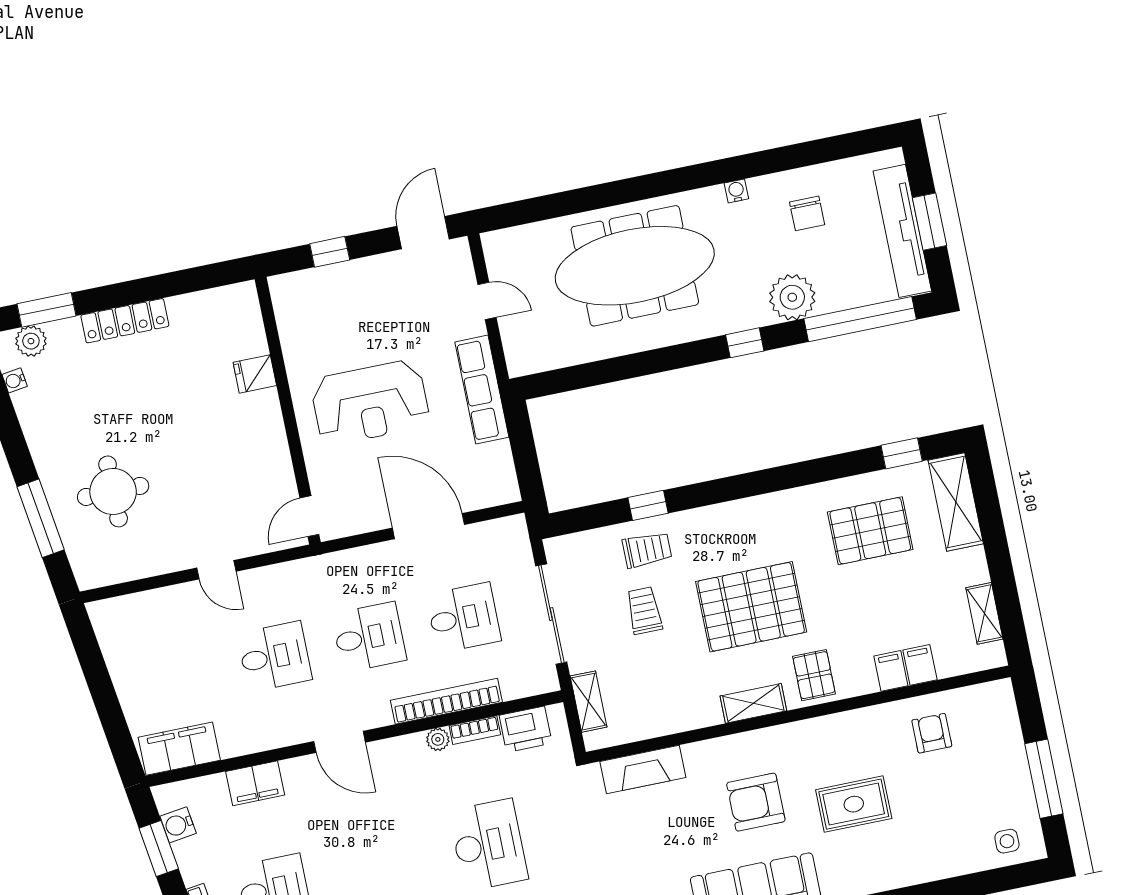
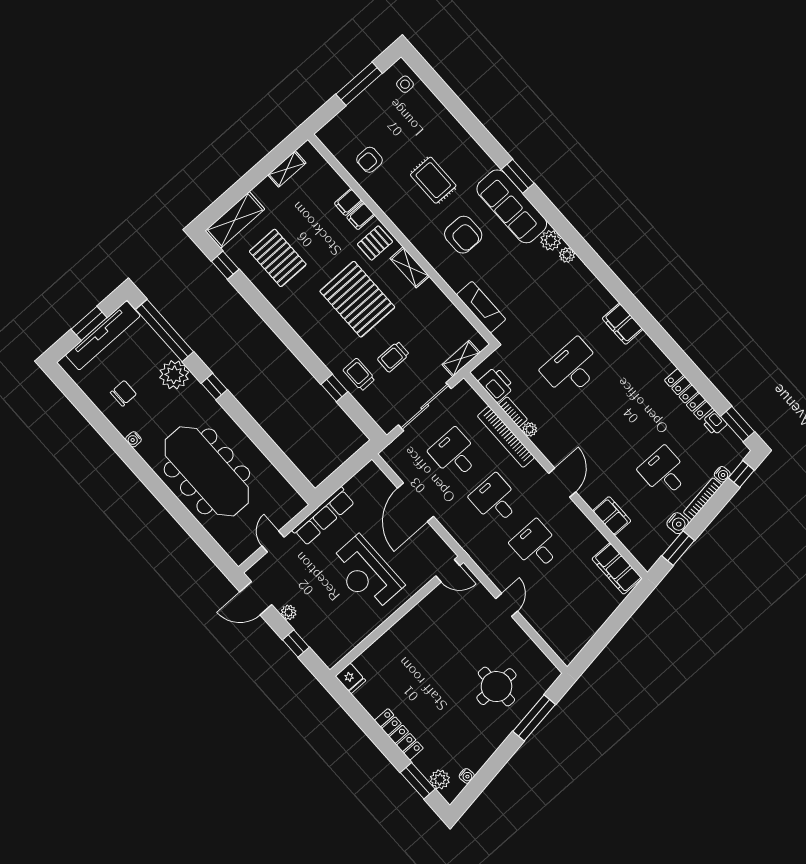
plant: (378, 266) -> (289, 612), added
fridge: (255, 374) -> (350, 678), moved
reception desk: (370, 403) -> (366, 573), turned 180
filing cabinet: (920, 665) -> (361, 216), moved
water cooler: (178, 825) -> (678, 523), moved

